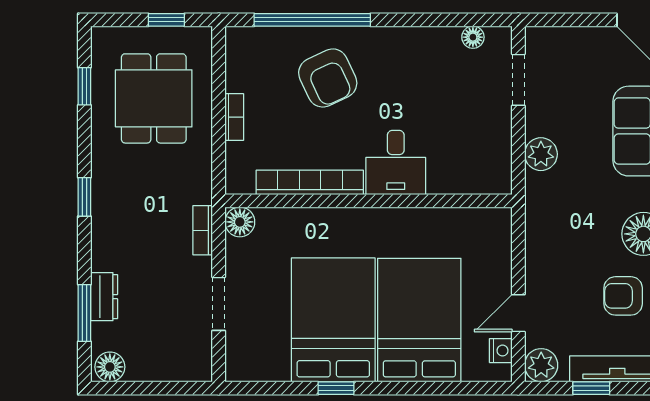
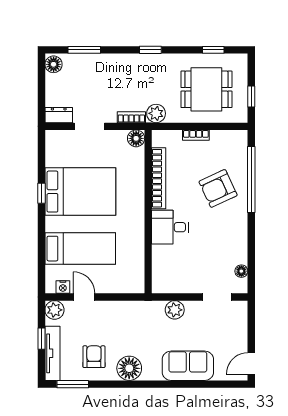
plant: (196, 187) -> (156, 113), added
dresser: (104, 297) -> (59, 115), moved, turned 180
bed: (419, 320) -> (80, 249), width x0.67

